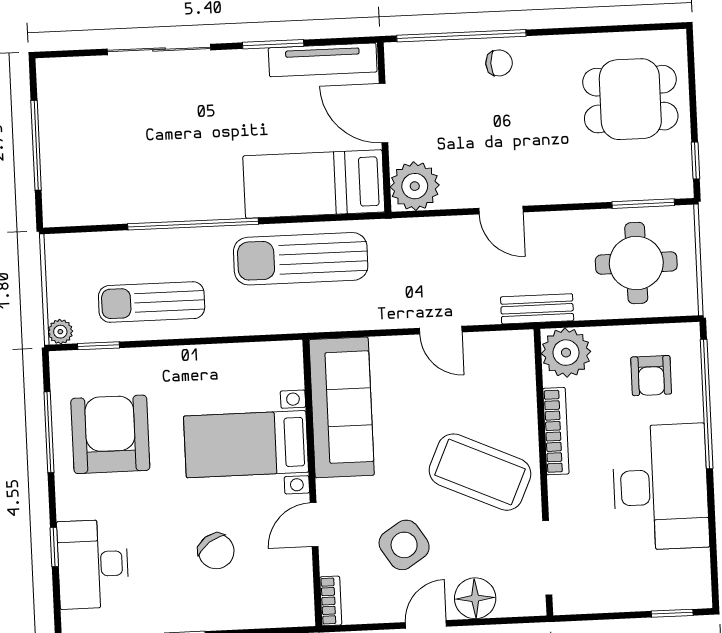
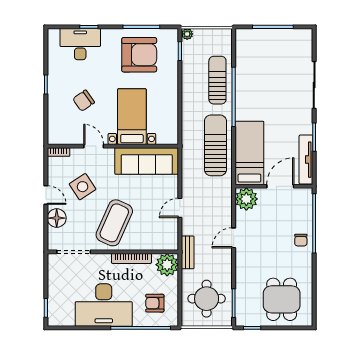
sun lounger: (152, 302) -> (217, 80), moved

